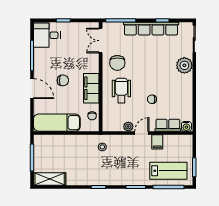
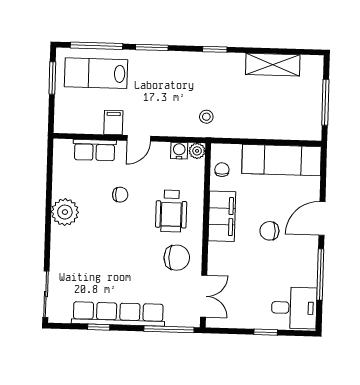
chair: (117, 63) -> (177, 258), turned 90
plant: (184, 65) -> (65, 212), moved
door: (32, 89) -> (322, 219), hinge flipped
water cooler: (186, 126) -> (179, 151), moved
plant: (128, 127) -> (197, 151), moved
shelving: (50, 179) -> (273, 65), moved

